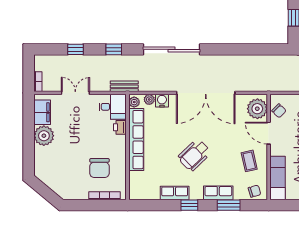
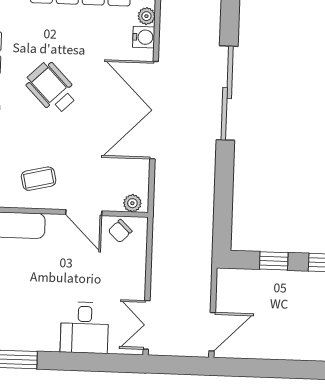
sliding door: (171, 49) -> (227, 93), moved
plant: (257, 109) -> (132, 203), width x0.53, depth x0.53
door: (269, 133) -> (84, 213), swing flipped

